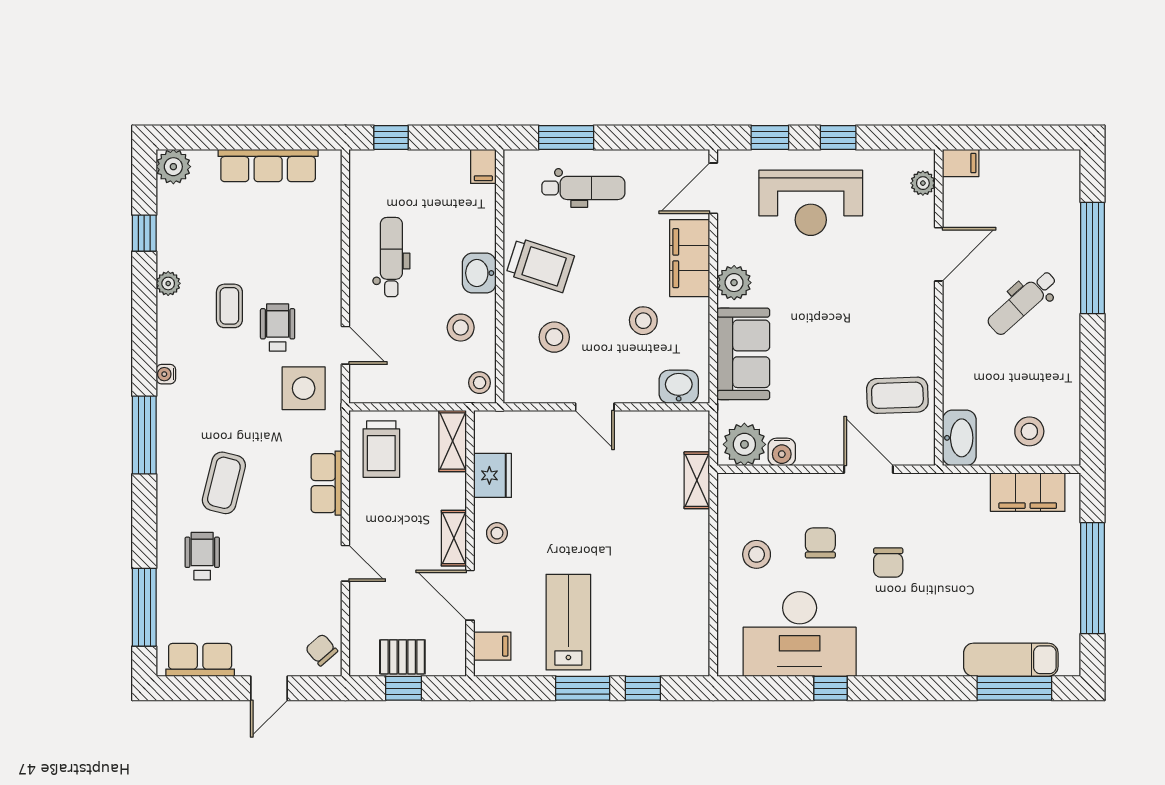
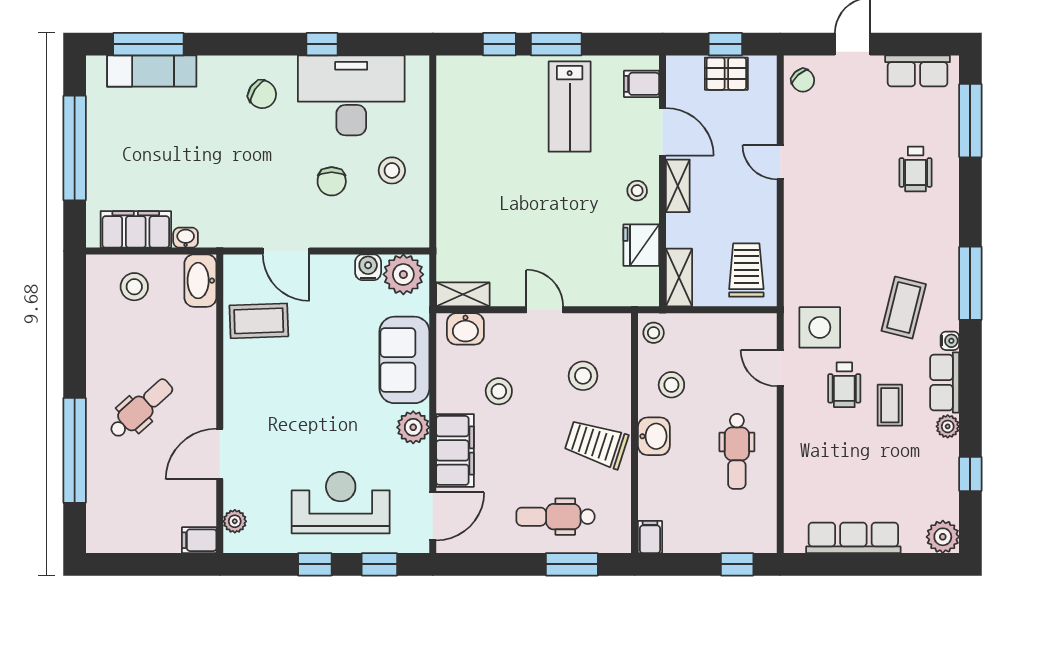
shelving: (697, 480) -> (463, 294), moved, turned 90
coffee table: (224, 483) -> (904, 308), moved
row of seats: (326, 483) -> (945, 383), moved, turned 180
washbasin: (975, 483) -> (186, 238), added
chair: (888, 562) -> (262, 94), moved, turned 123

